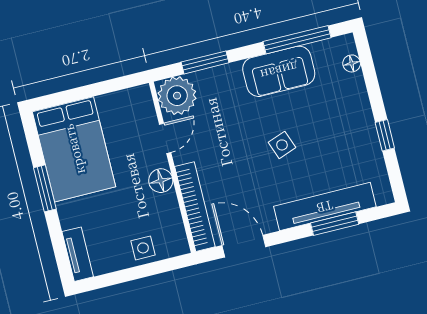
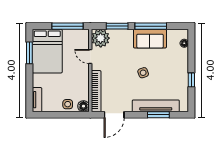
window: (297, 40) -> (151, 26), moved
window: (103, 88) -> (68, 26), added
door: (165, 138) -> (90, 56), swing flipped
floor lamp: (161, 181) -> (83, 106), moved
window: (45, 188) -> (29, 53), moved
door: (244, 246) -> (114, 115), swing flipped

